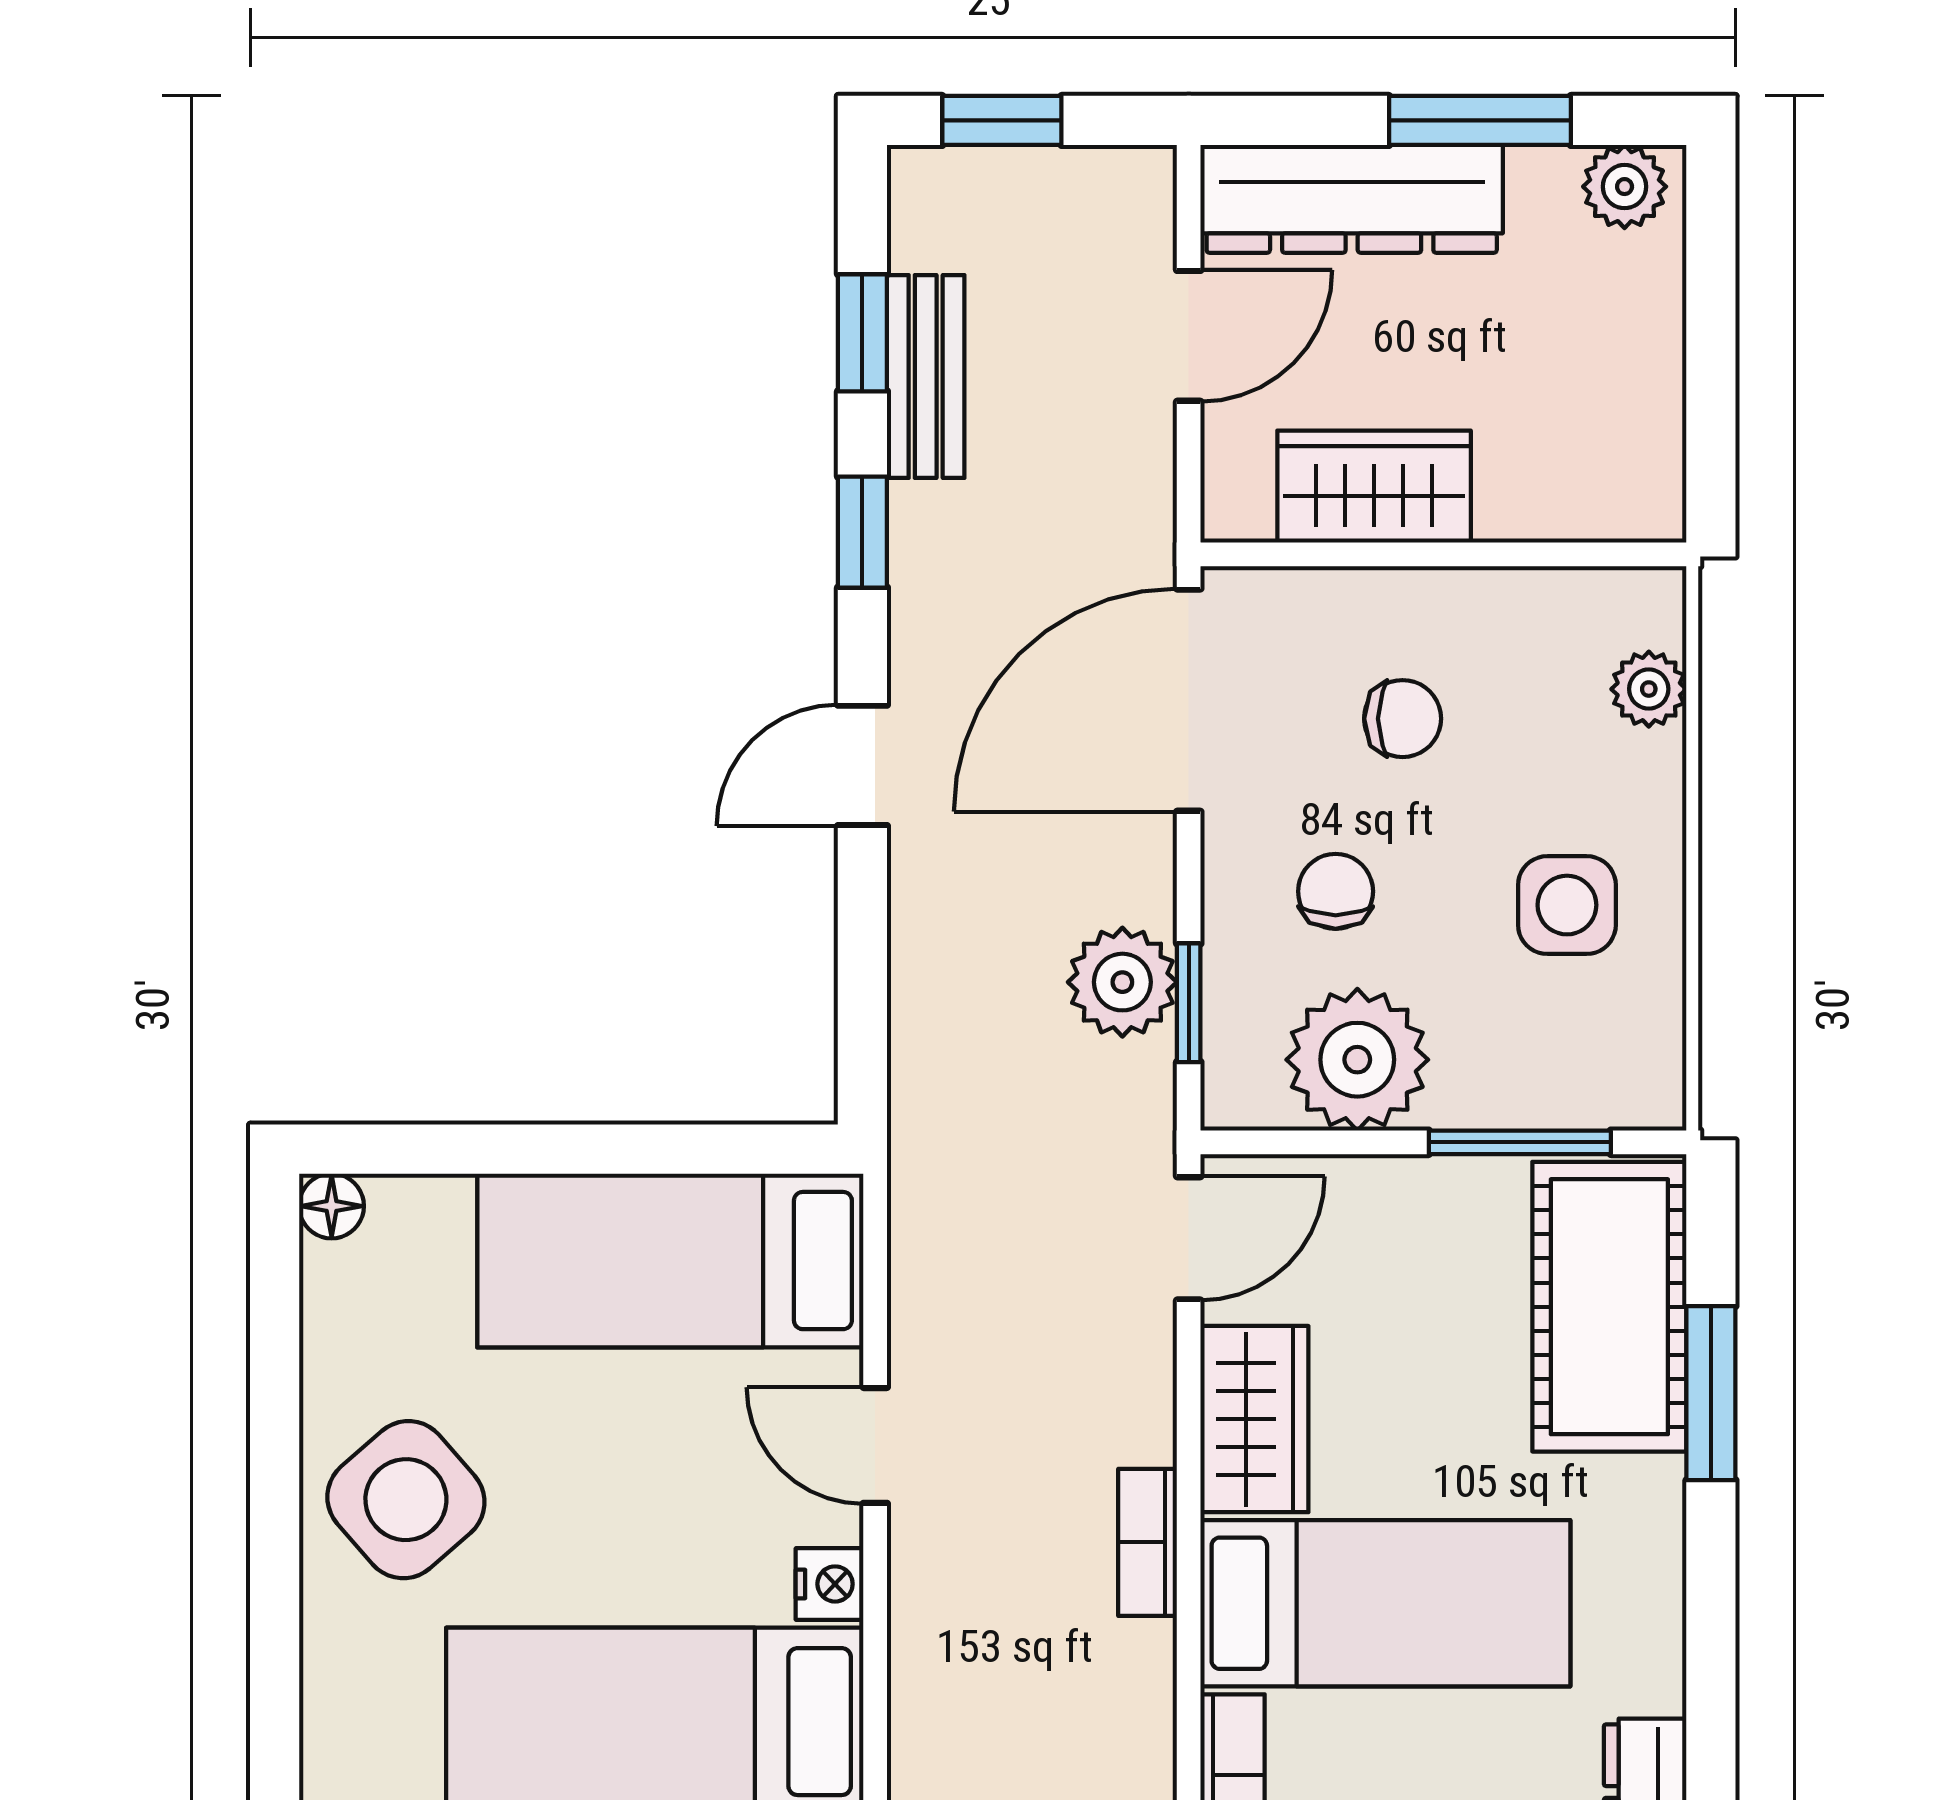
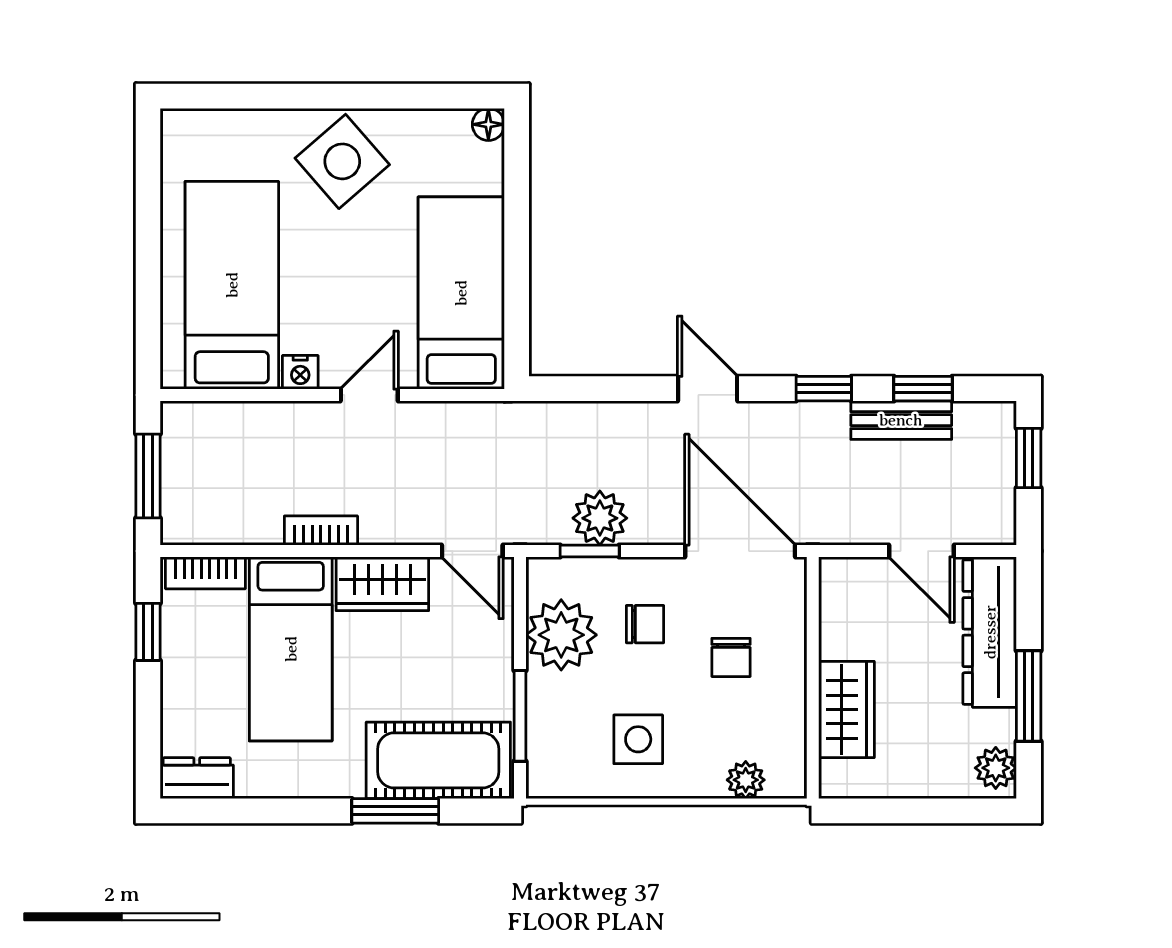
wardrobe: (1374, 487) -> (846, 710), moved

